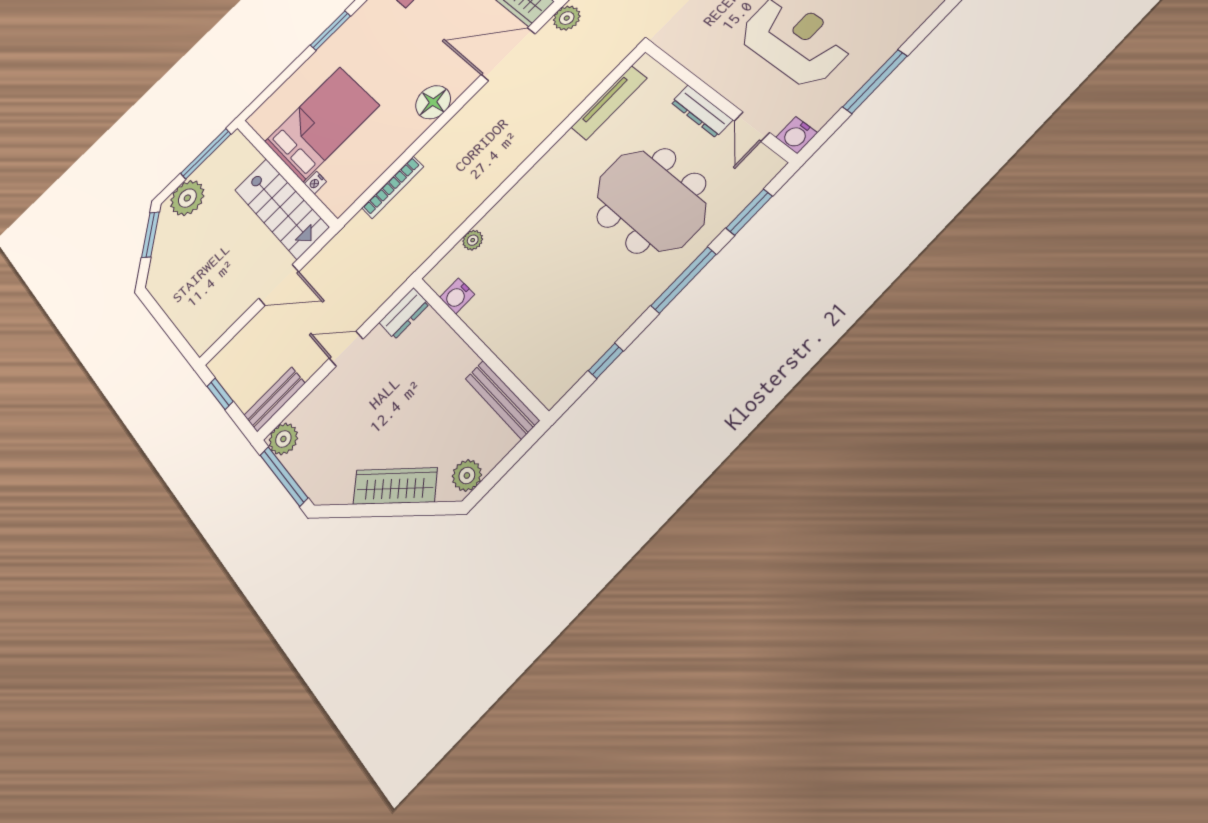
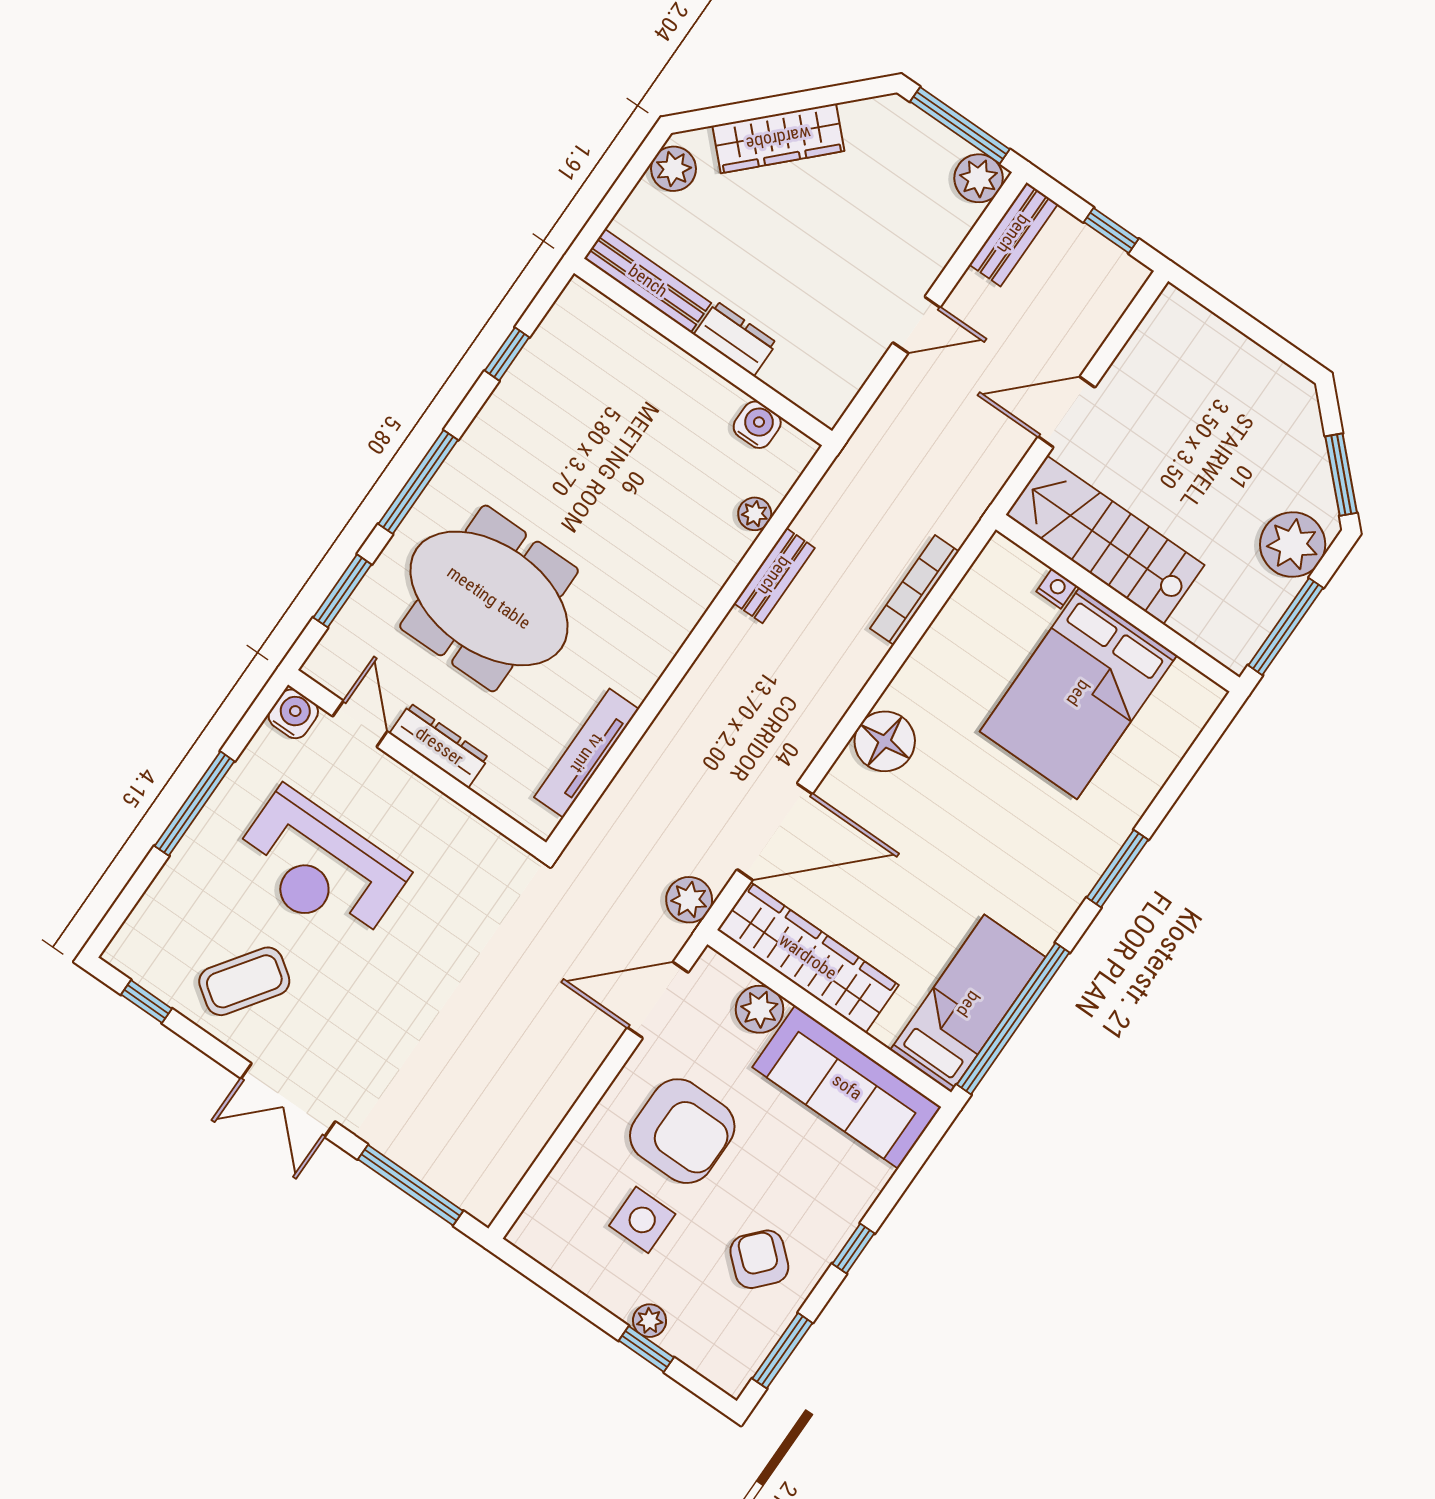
bench: (471, 202) -> (774, 576), added
dresser: (404, 313) -> (735, 339), moved, turned 90

